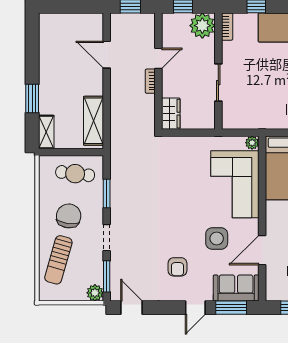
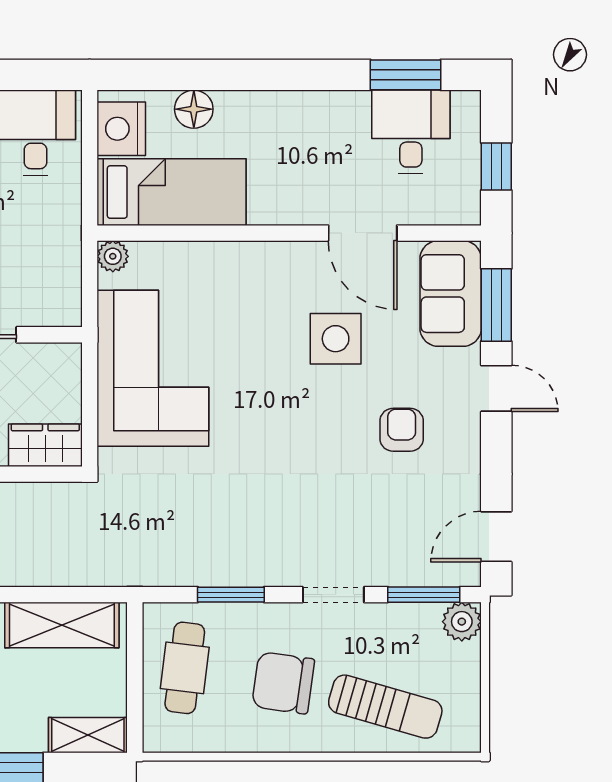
corner sofa: (235, 184) -> (153, 368), moved, turned -90
armchair: (177, 267) -> (402, 430), turned -90

